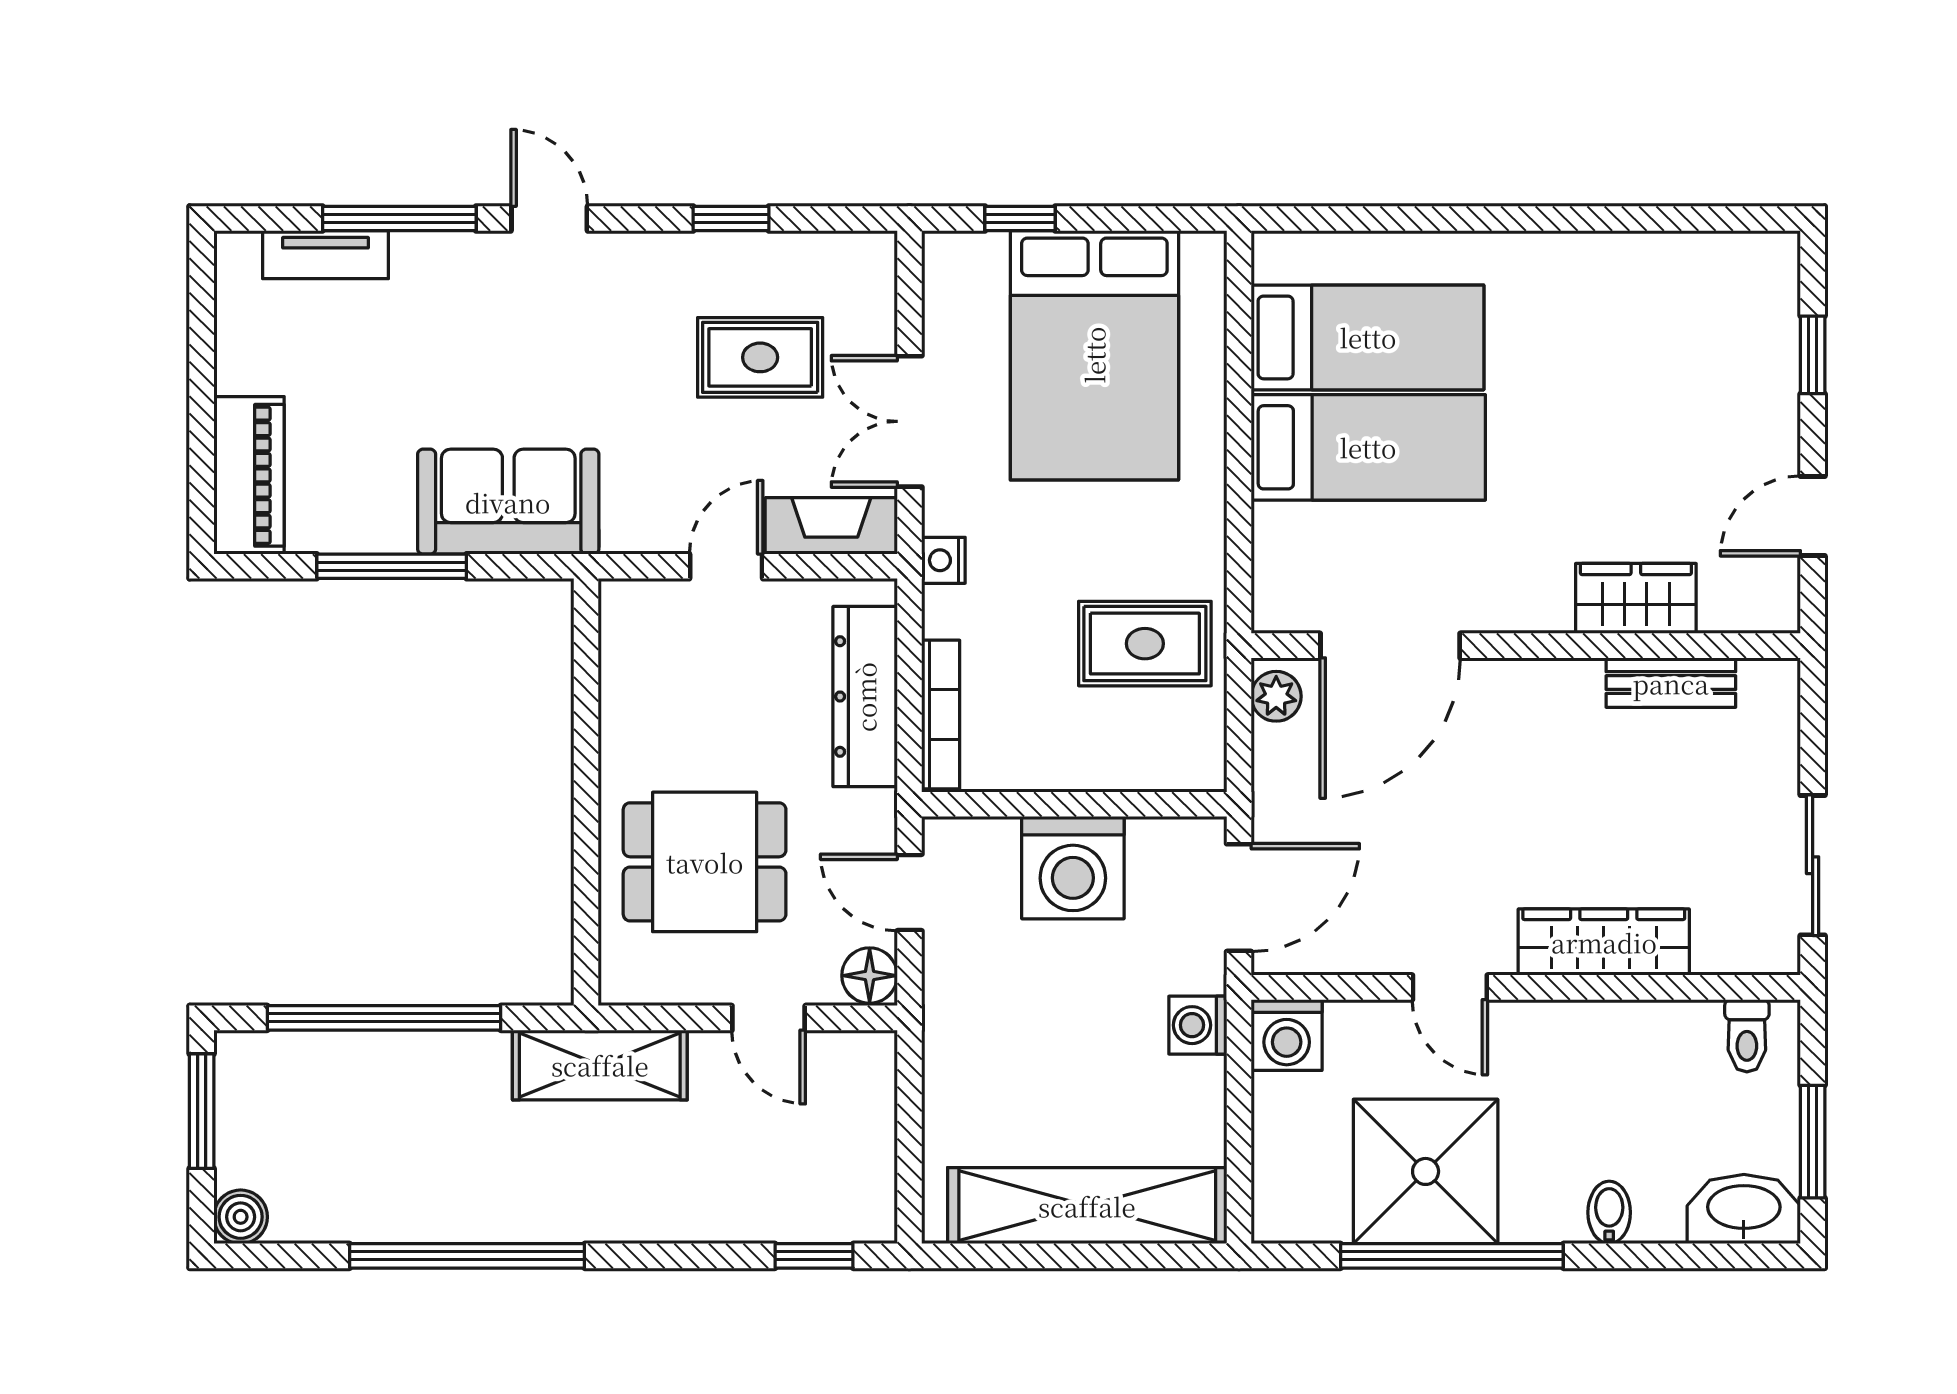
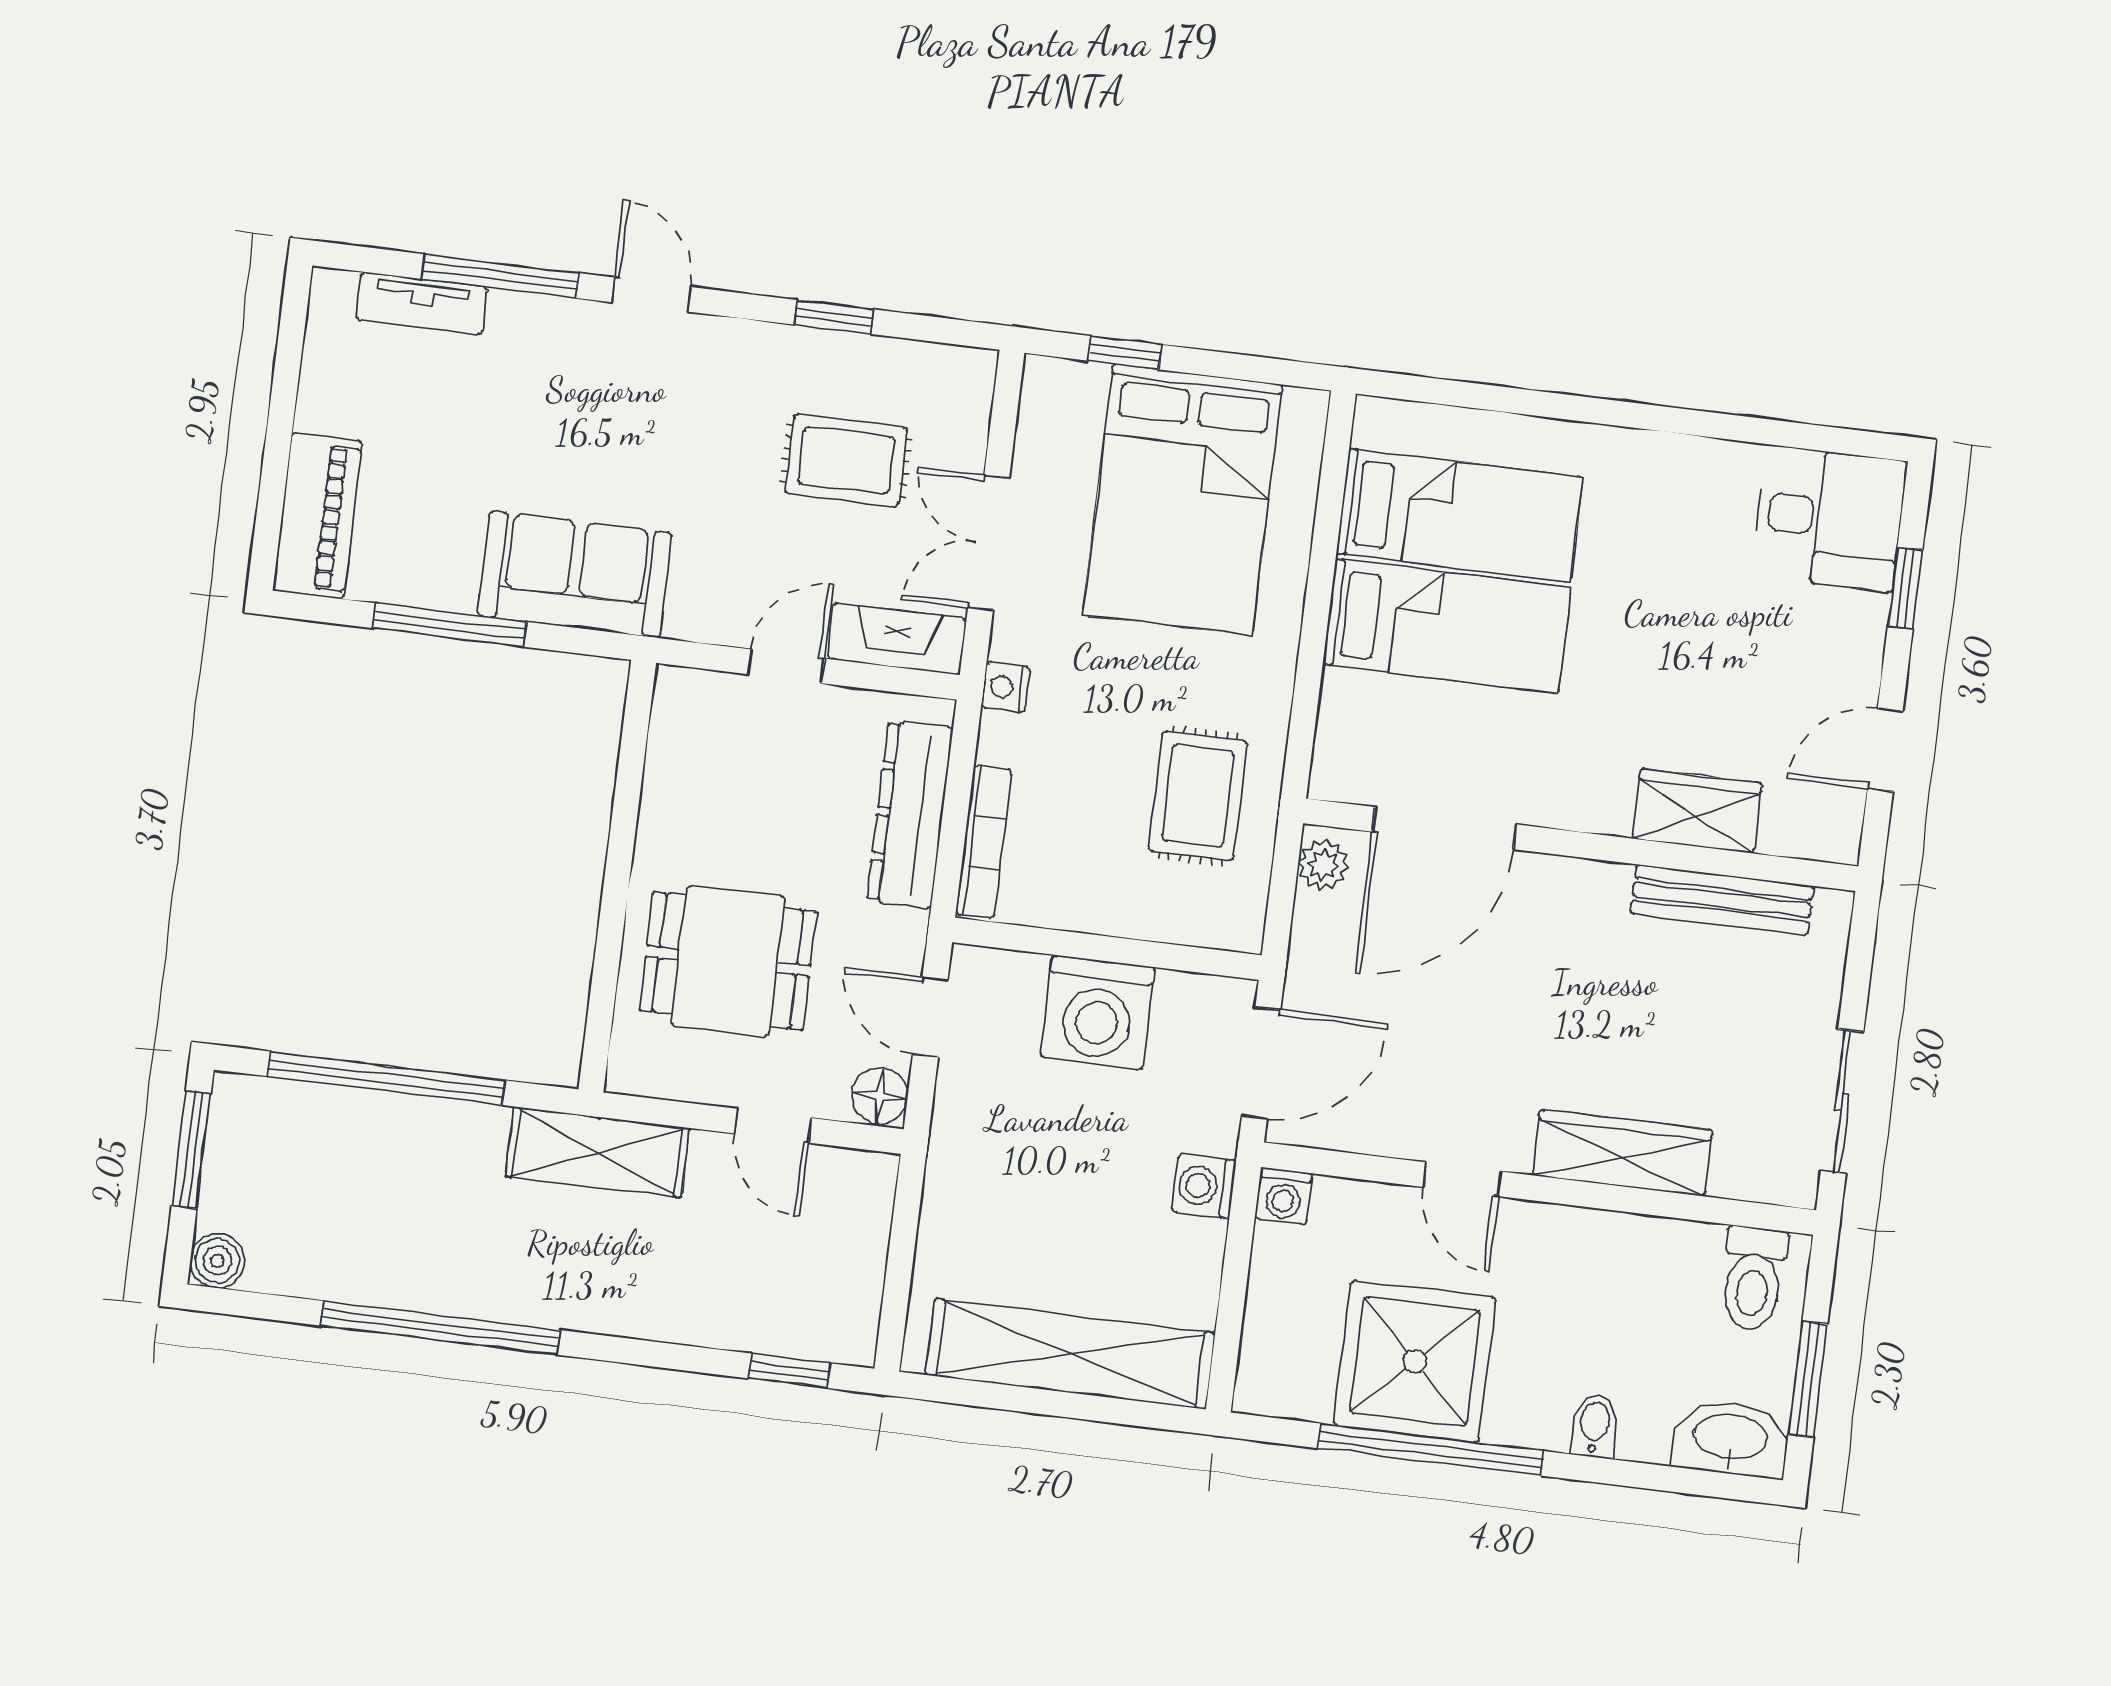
desk: (1730, 296) -> (1829, 518), added
rug: (1145, 644) -> (1198, 796), turned 90
bench: (1671, 683) -> (1722, 900), width x1.36
washing machine: (1287, 1035) -> (1283, 1196), width x0.73, depth x0.73
toilet: (1747, 1036) -> (1753, 1279), width x1.37, depth x1.39

